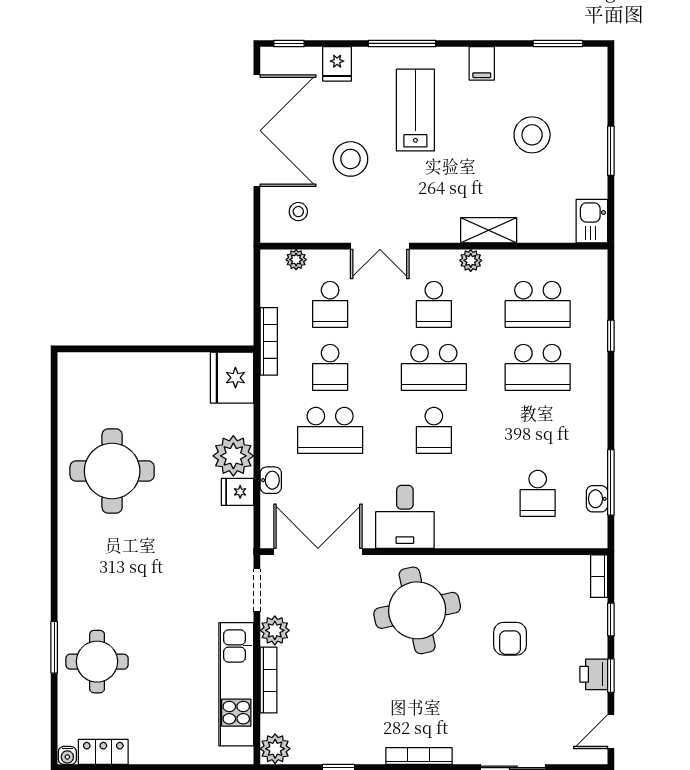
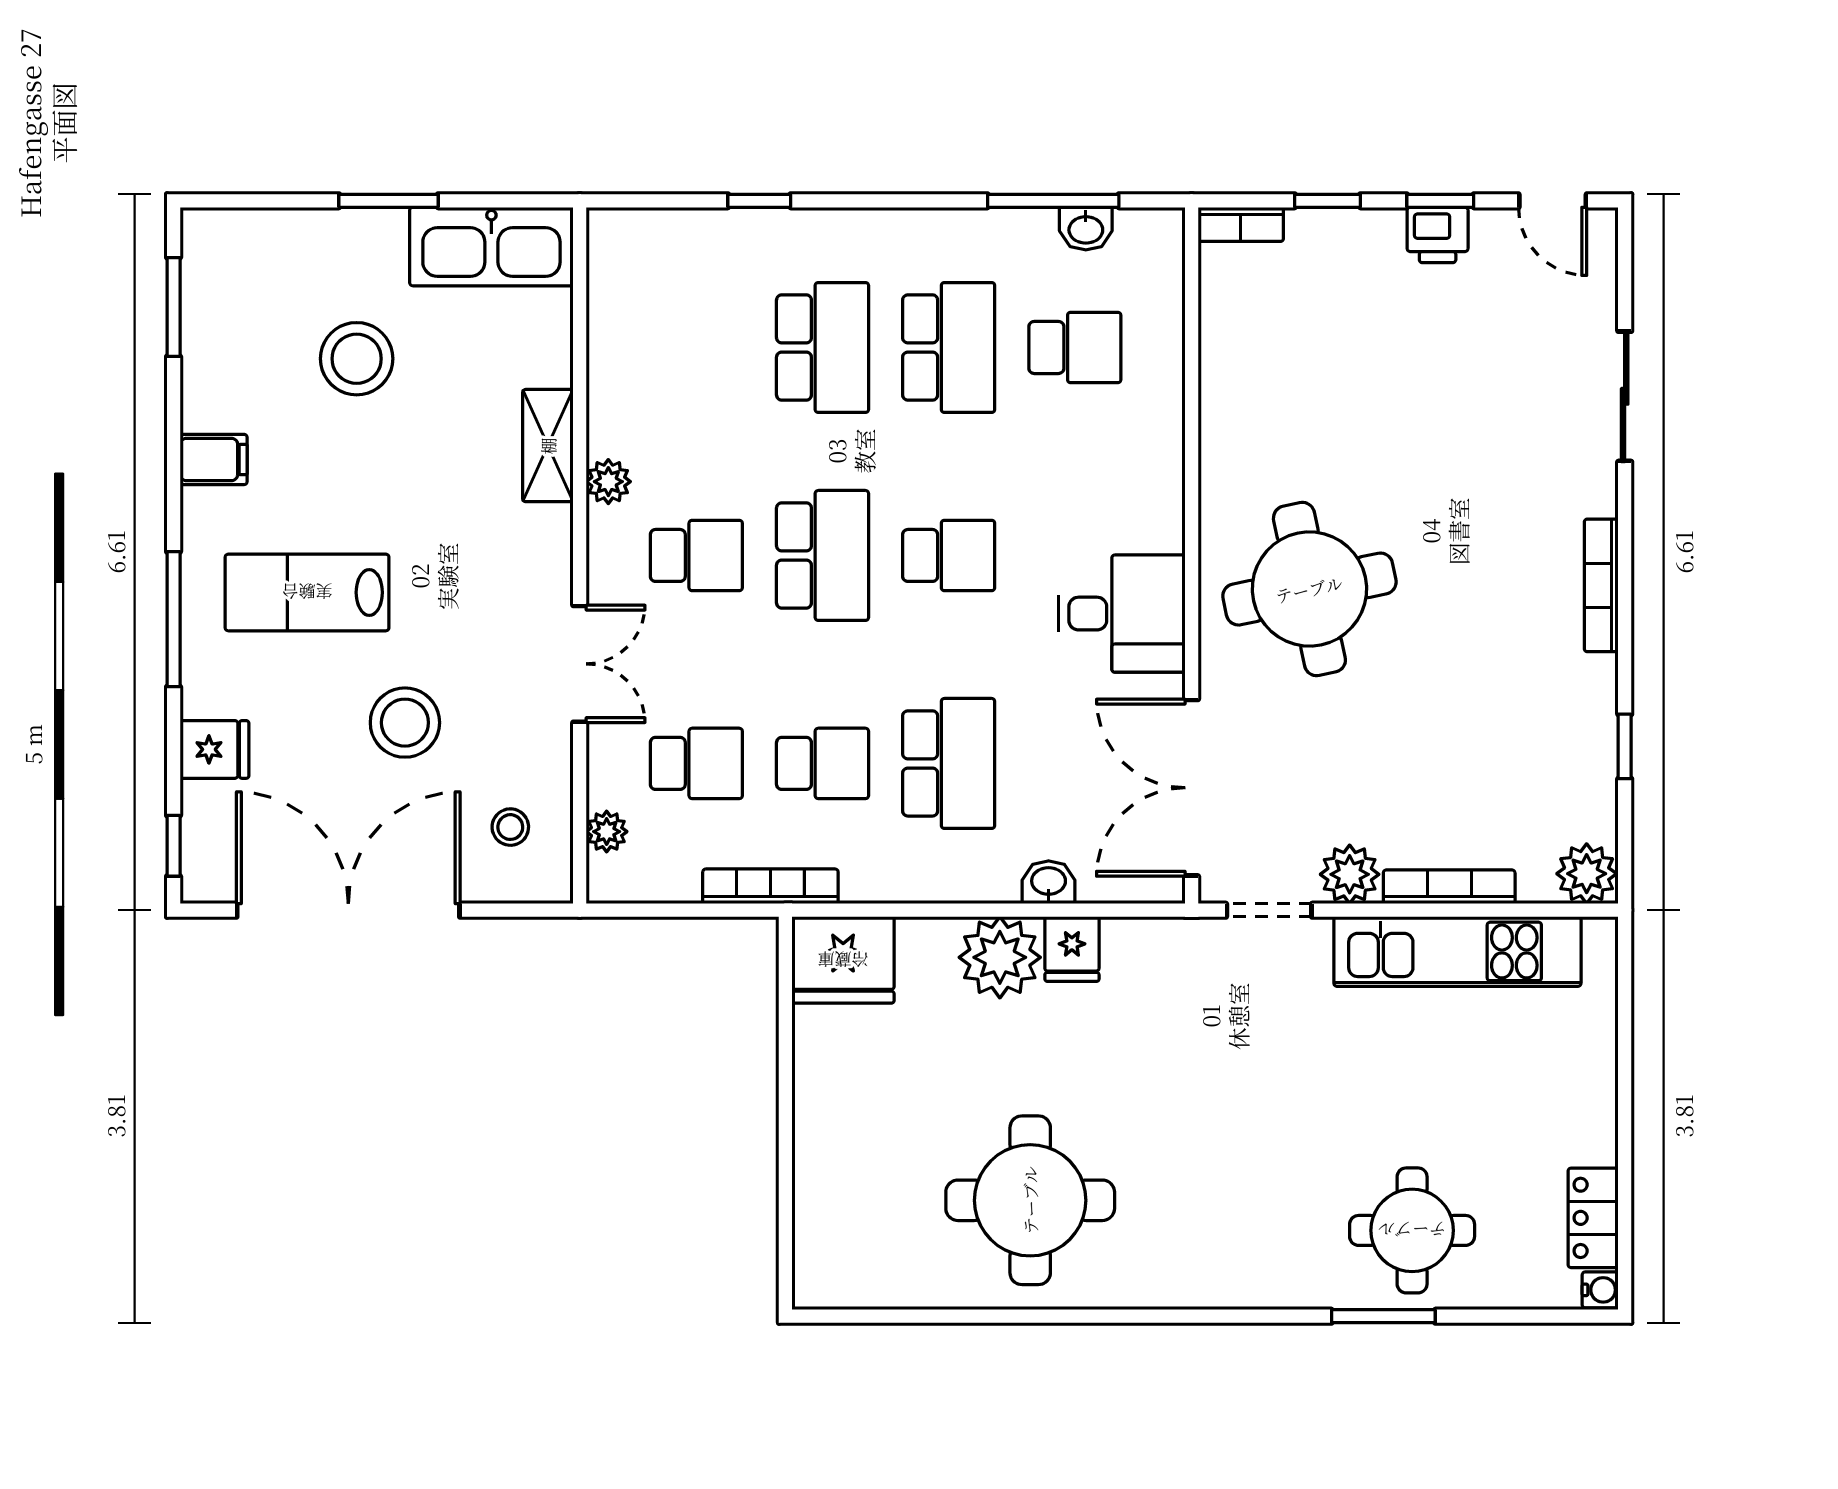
kitchen sink: (592, 221) -> (491, 247), width x1.87, depth x1.24
school desk: (538, 304) -> (949, 347), moved
armchair: (510, 639) -> (1366, 403), removed

